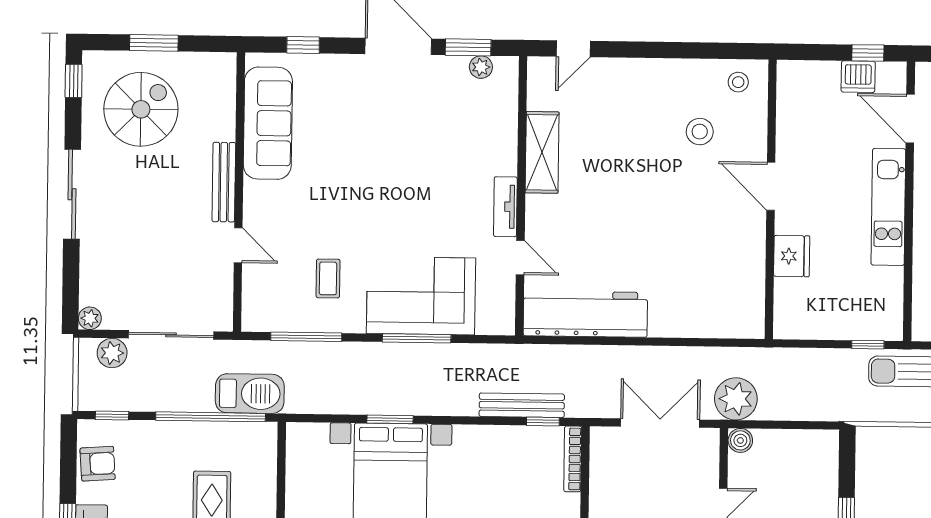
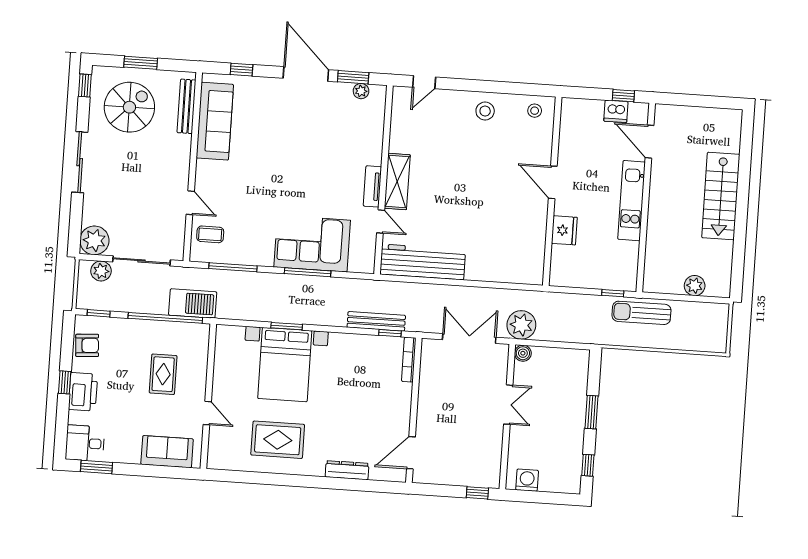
stool: (700, 132) -> (485, 111), moved
shelving: (542, 152) -> (397, 181), moved
bench: (224, 182) -> (186, 106), moved
coffee table: (328, 278) -> (210, 234), moved, turned 90
plant: (90, 318) -> (94, 240), width x1.88, depth x1.88

